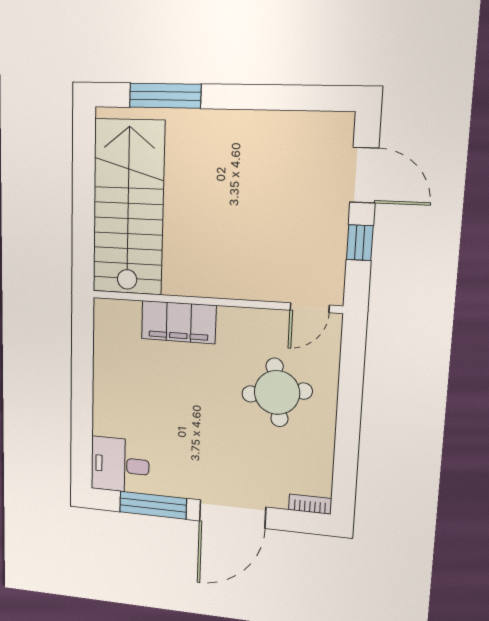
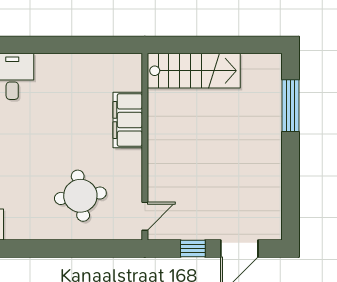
stairs: (128, 207) -> (194, 71), width x0.73, depth x0.66
door: (310, 308) -> (145, 216), swing flipped

